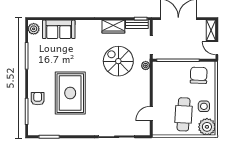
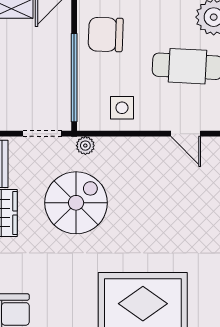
spiral stairs: (118, 61) -> (76, 203), turned 180
side table: (204, 106) -> (122, 108), moved

